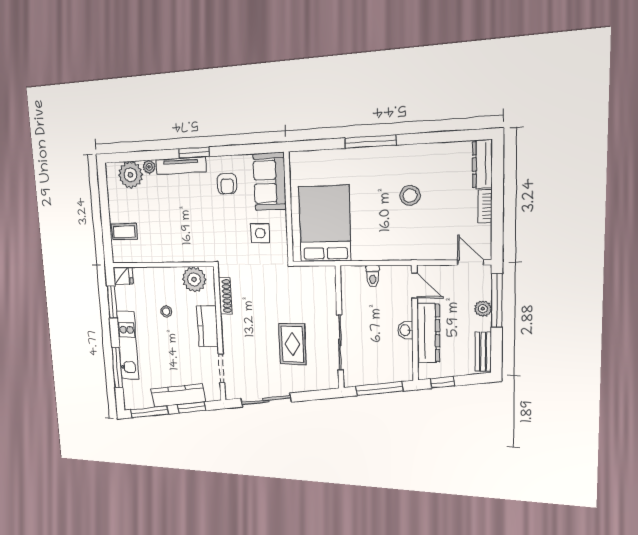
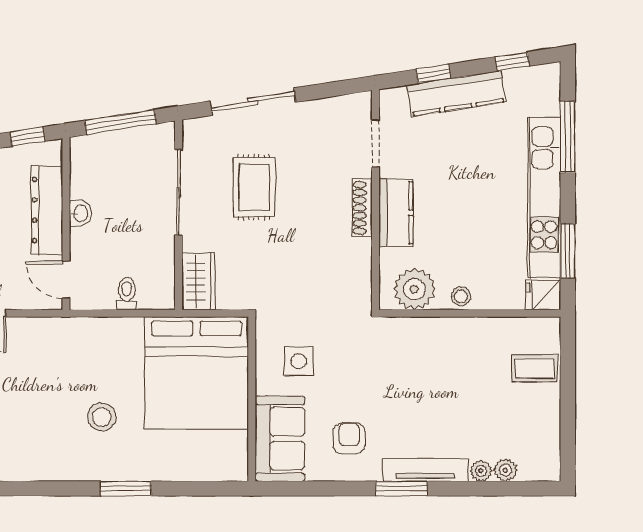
window: (370, 142) -> (126, 489), width x0.69
plant: (130, 175) -> (505, 470), width x0.53, depth x0.53
stool: (410, 195) -> (102, 417), moved
bed: (325, 224) -> (197, 373), width x1.36
wardrobe: (325, 284) -> (199, 281), added
shoe rack: (225, 296) -> (362, 208), moved
stool: (166, 311) -> (461, 296), moved
kitchen unit: (128, 345) -> (544, 198), width x1.36
sliding door: (266, 400) -> (253, 102), moved
window: (191, 408) -> (433, 74), width x0.67
window: (149, 412) -> (512, 61), width x0.46

